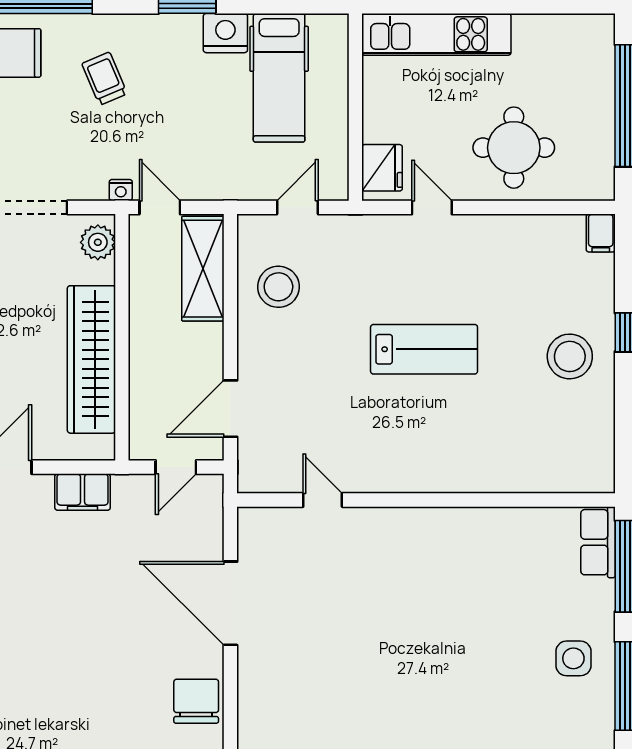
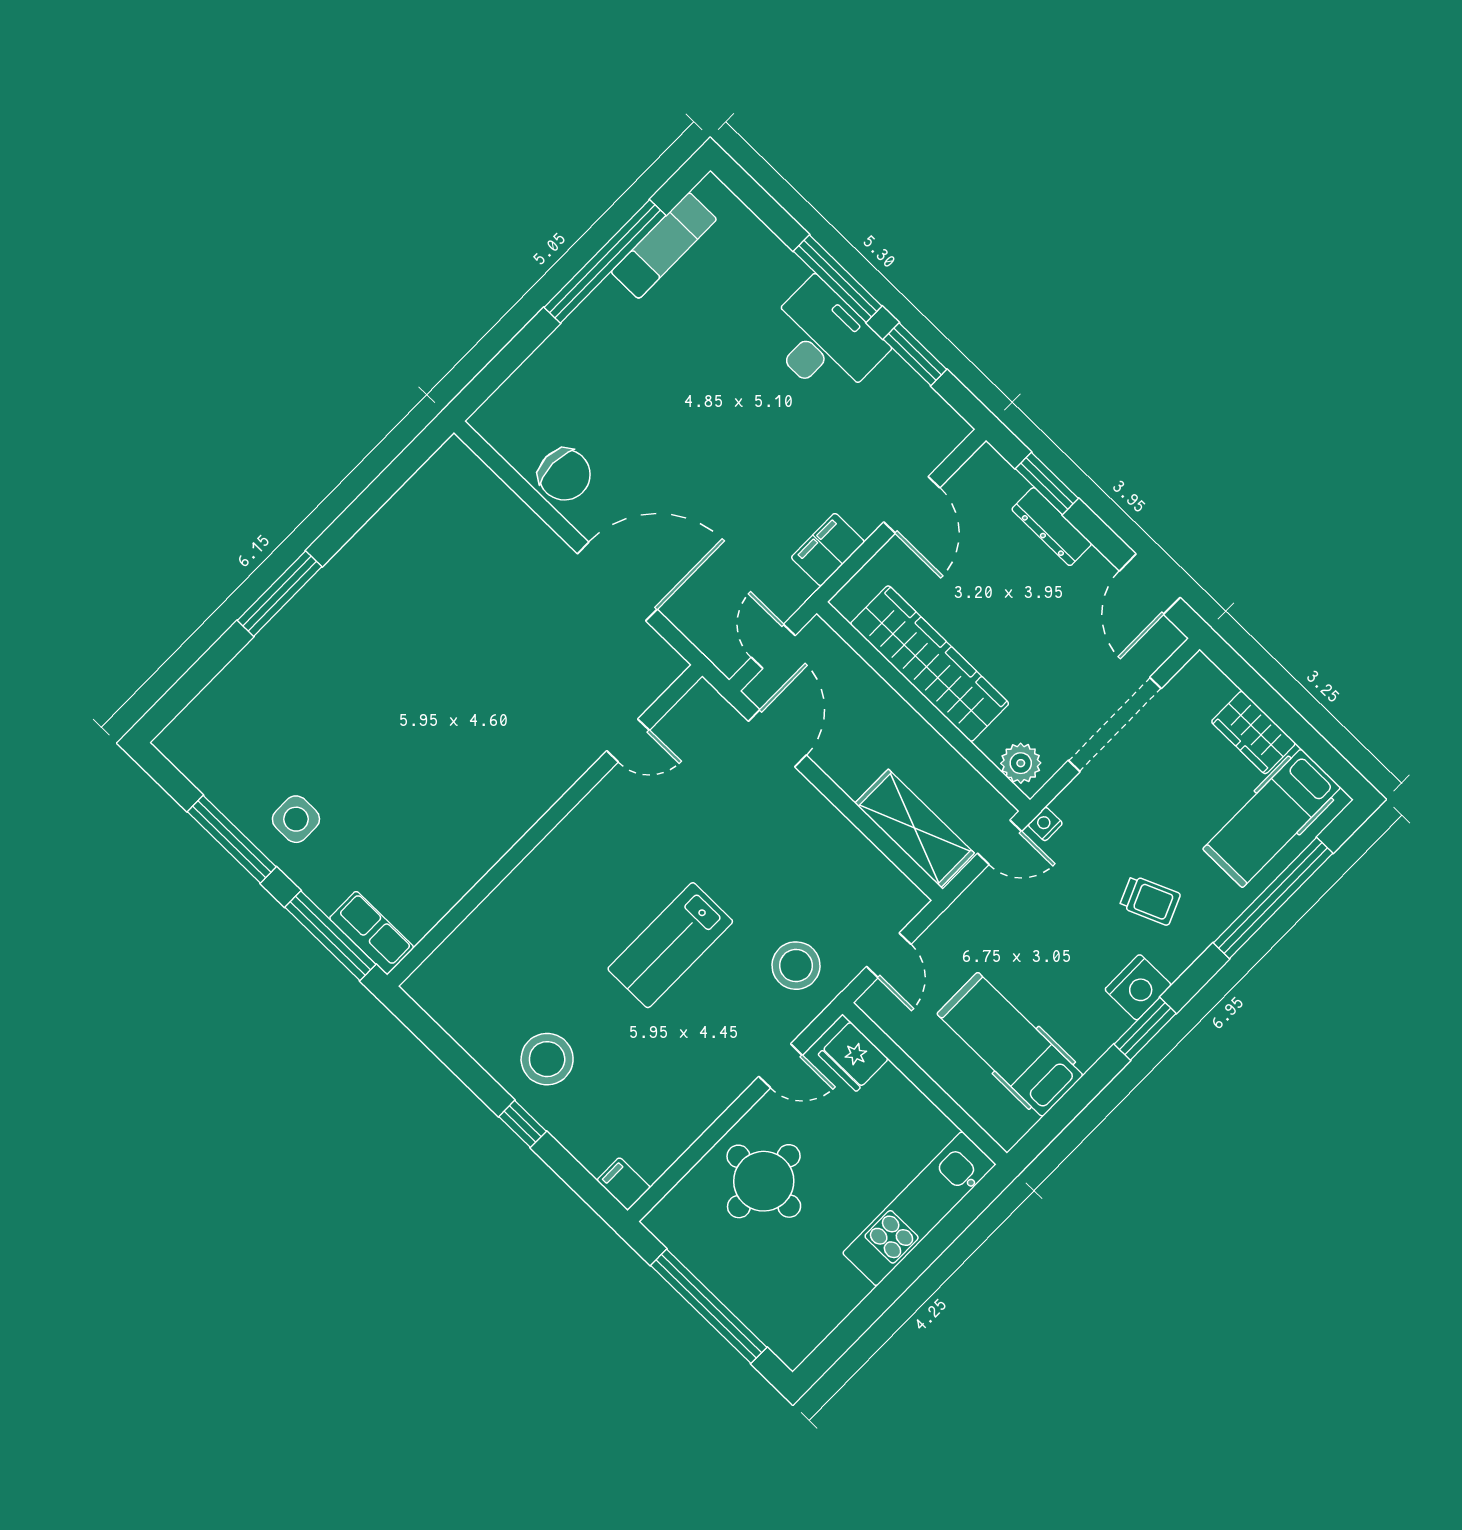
nightstand: (225, 33) -> (1138, 987), moved
stool: (278, 287) -> (796, 966), moved

